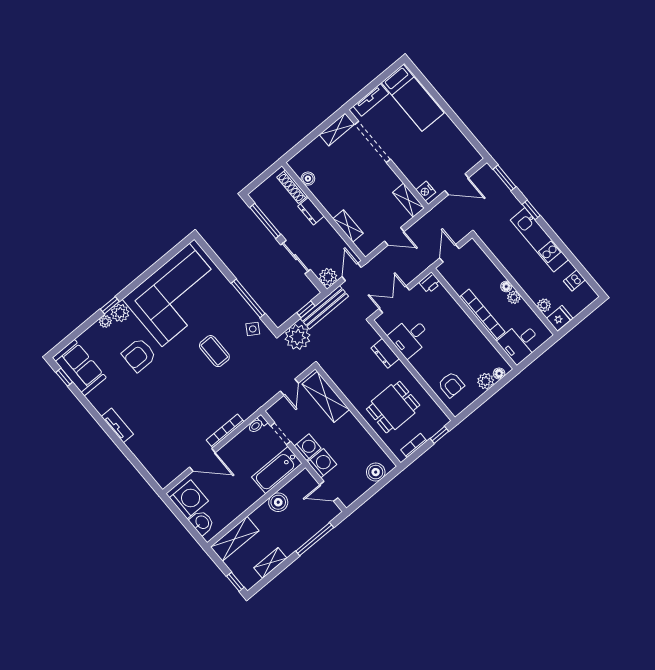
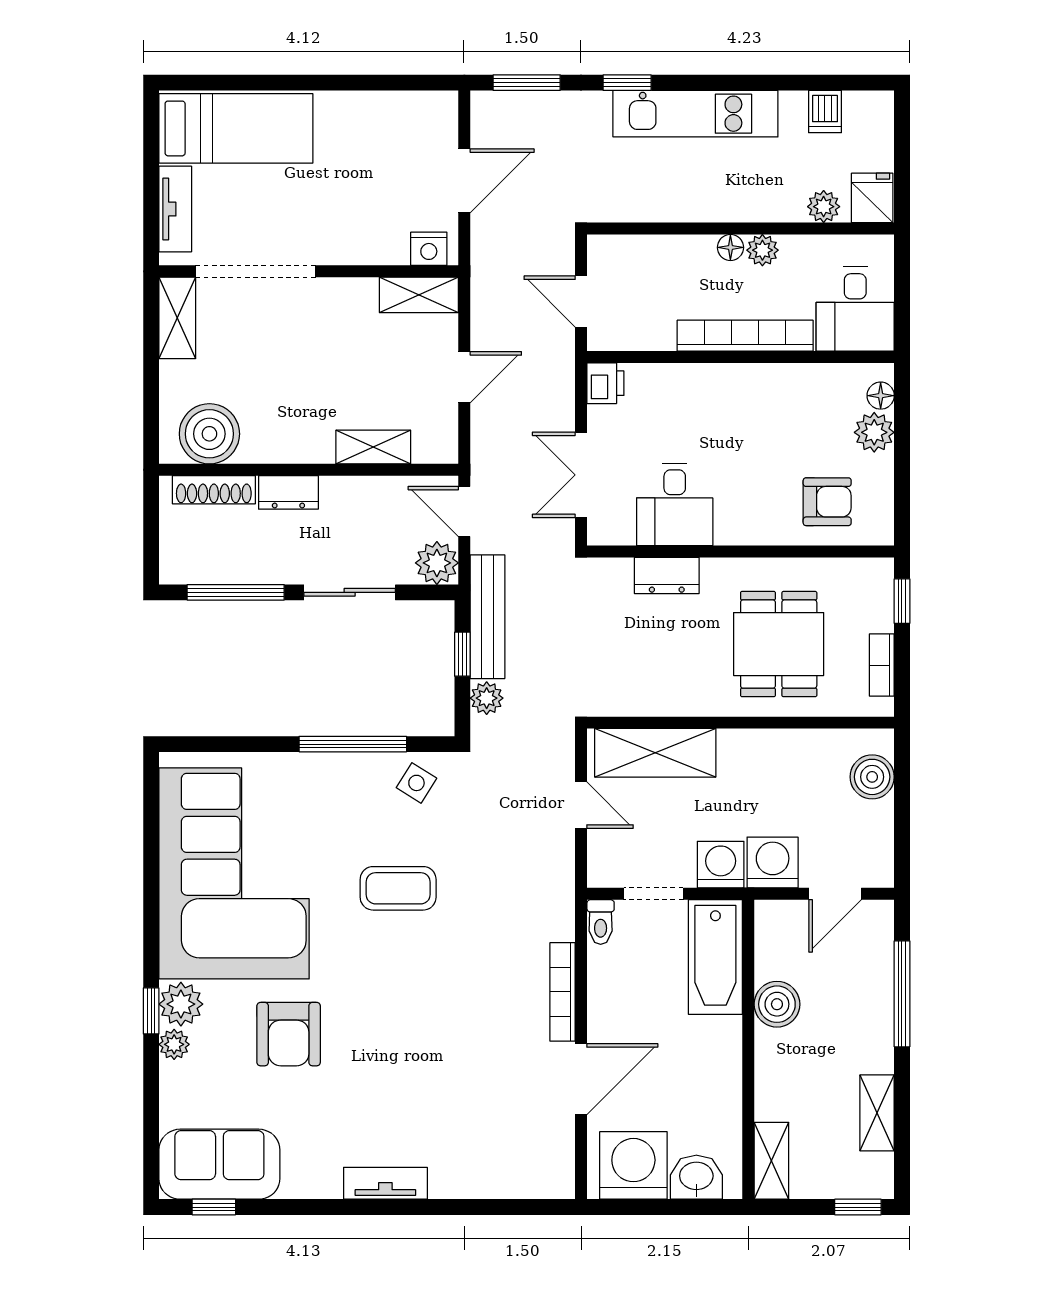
boiler: (308, 179) -> (209, 434), width x1.86, depth x1.86
plant: (298, 337) -> (487, 698), width x0.53, depth x0.53
shelving: (235, 539) -> (771, 1161), width x0.67, depth x0.75

